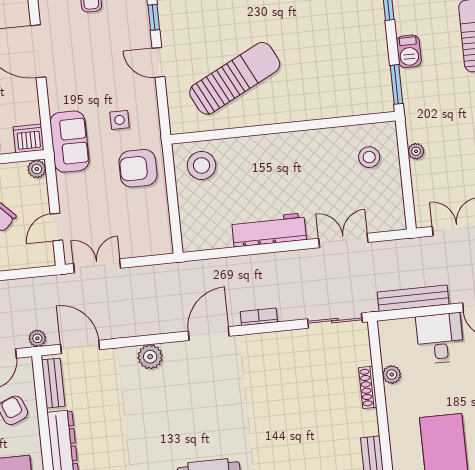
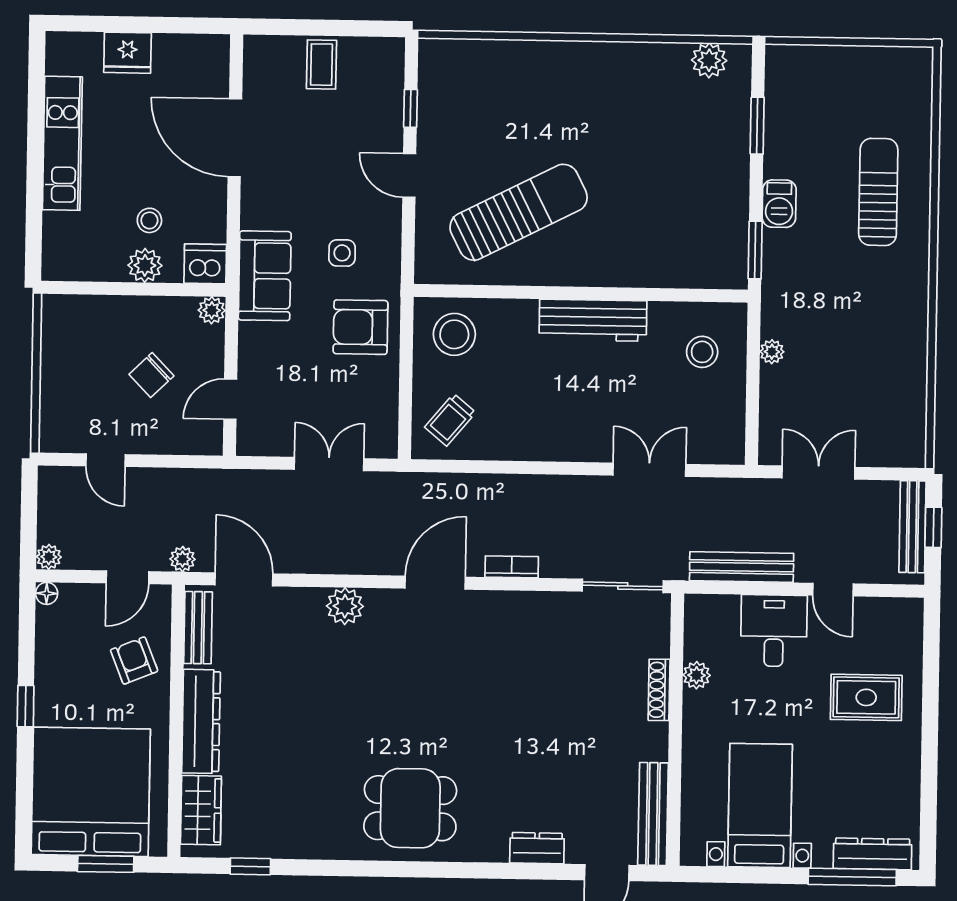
trolley: (206, 223) -> (450, 420), added
workbench: (269, 230) -> (593, 320), moved, turned 180
double door: (97, 266) -> (329, 464), moved

